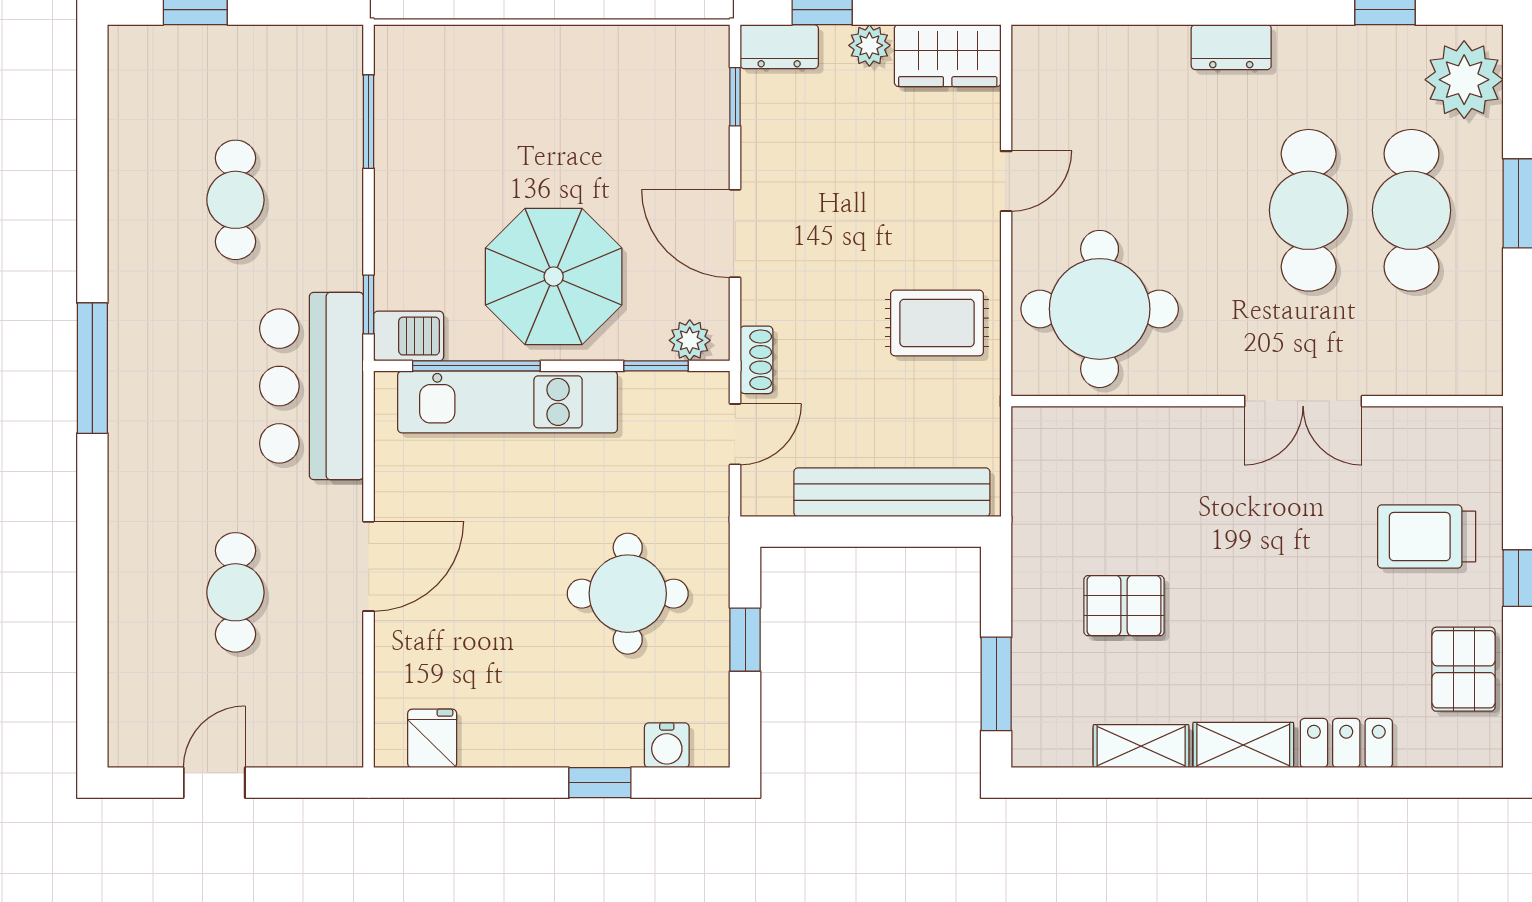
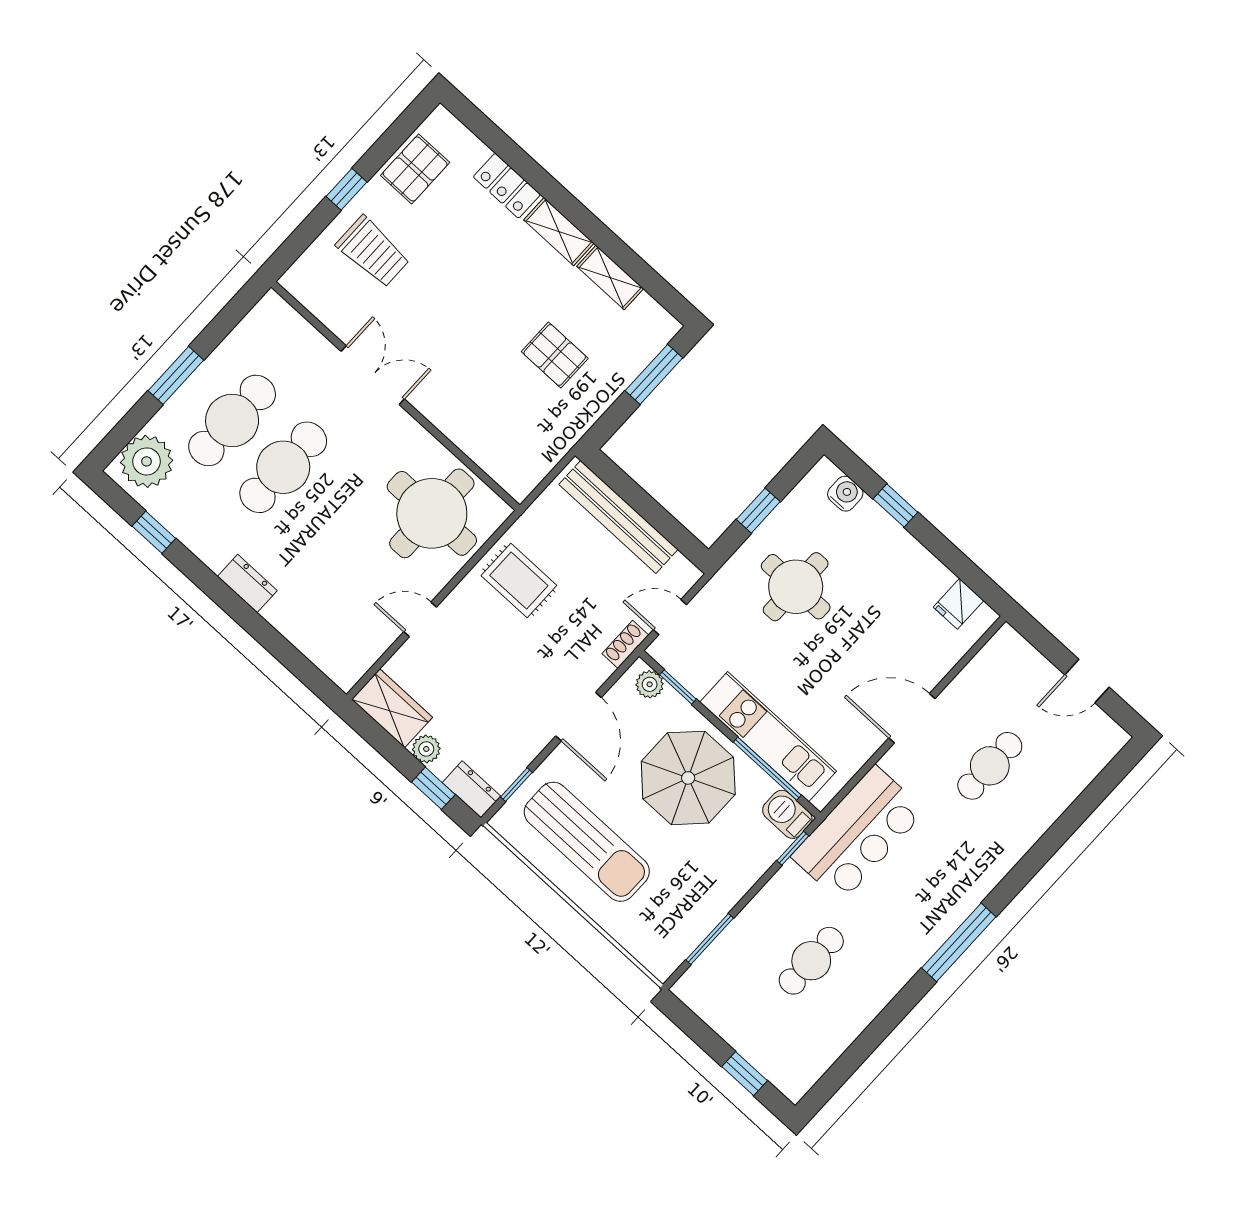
sun lounger: (601, 105) -> (587, 842), added

